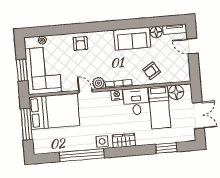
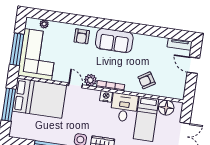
floor lamp: (156, 32) -> (160, 43), removed
sofa: (132, 39) -> (114, 41), moved
window: (22, 70) -> (17, 49), width x1.44

